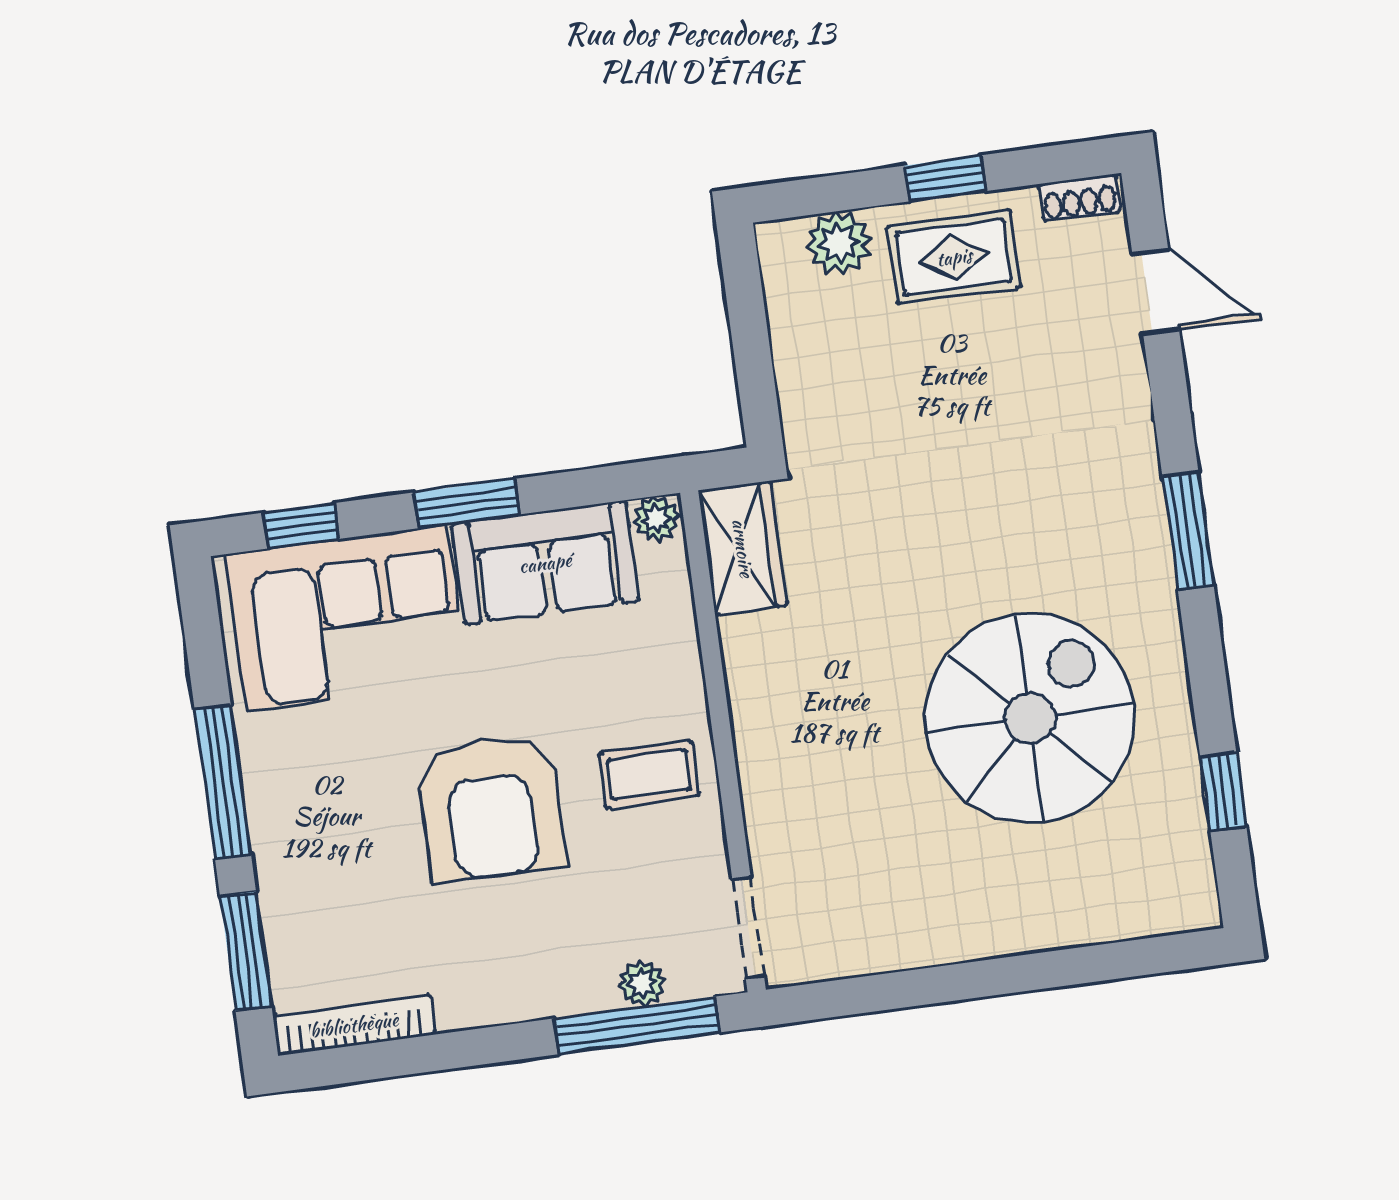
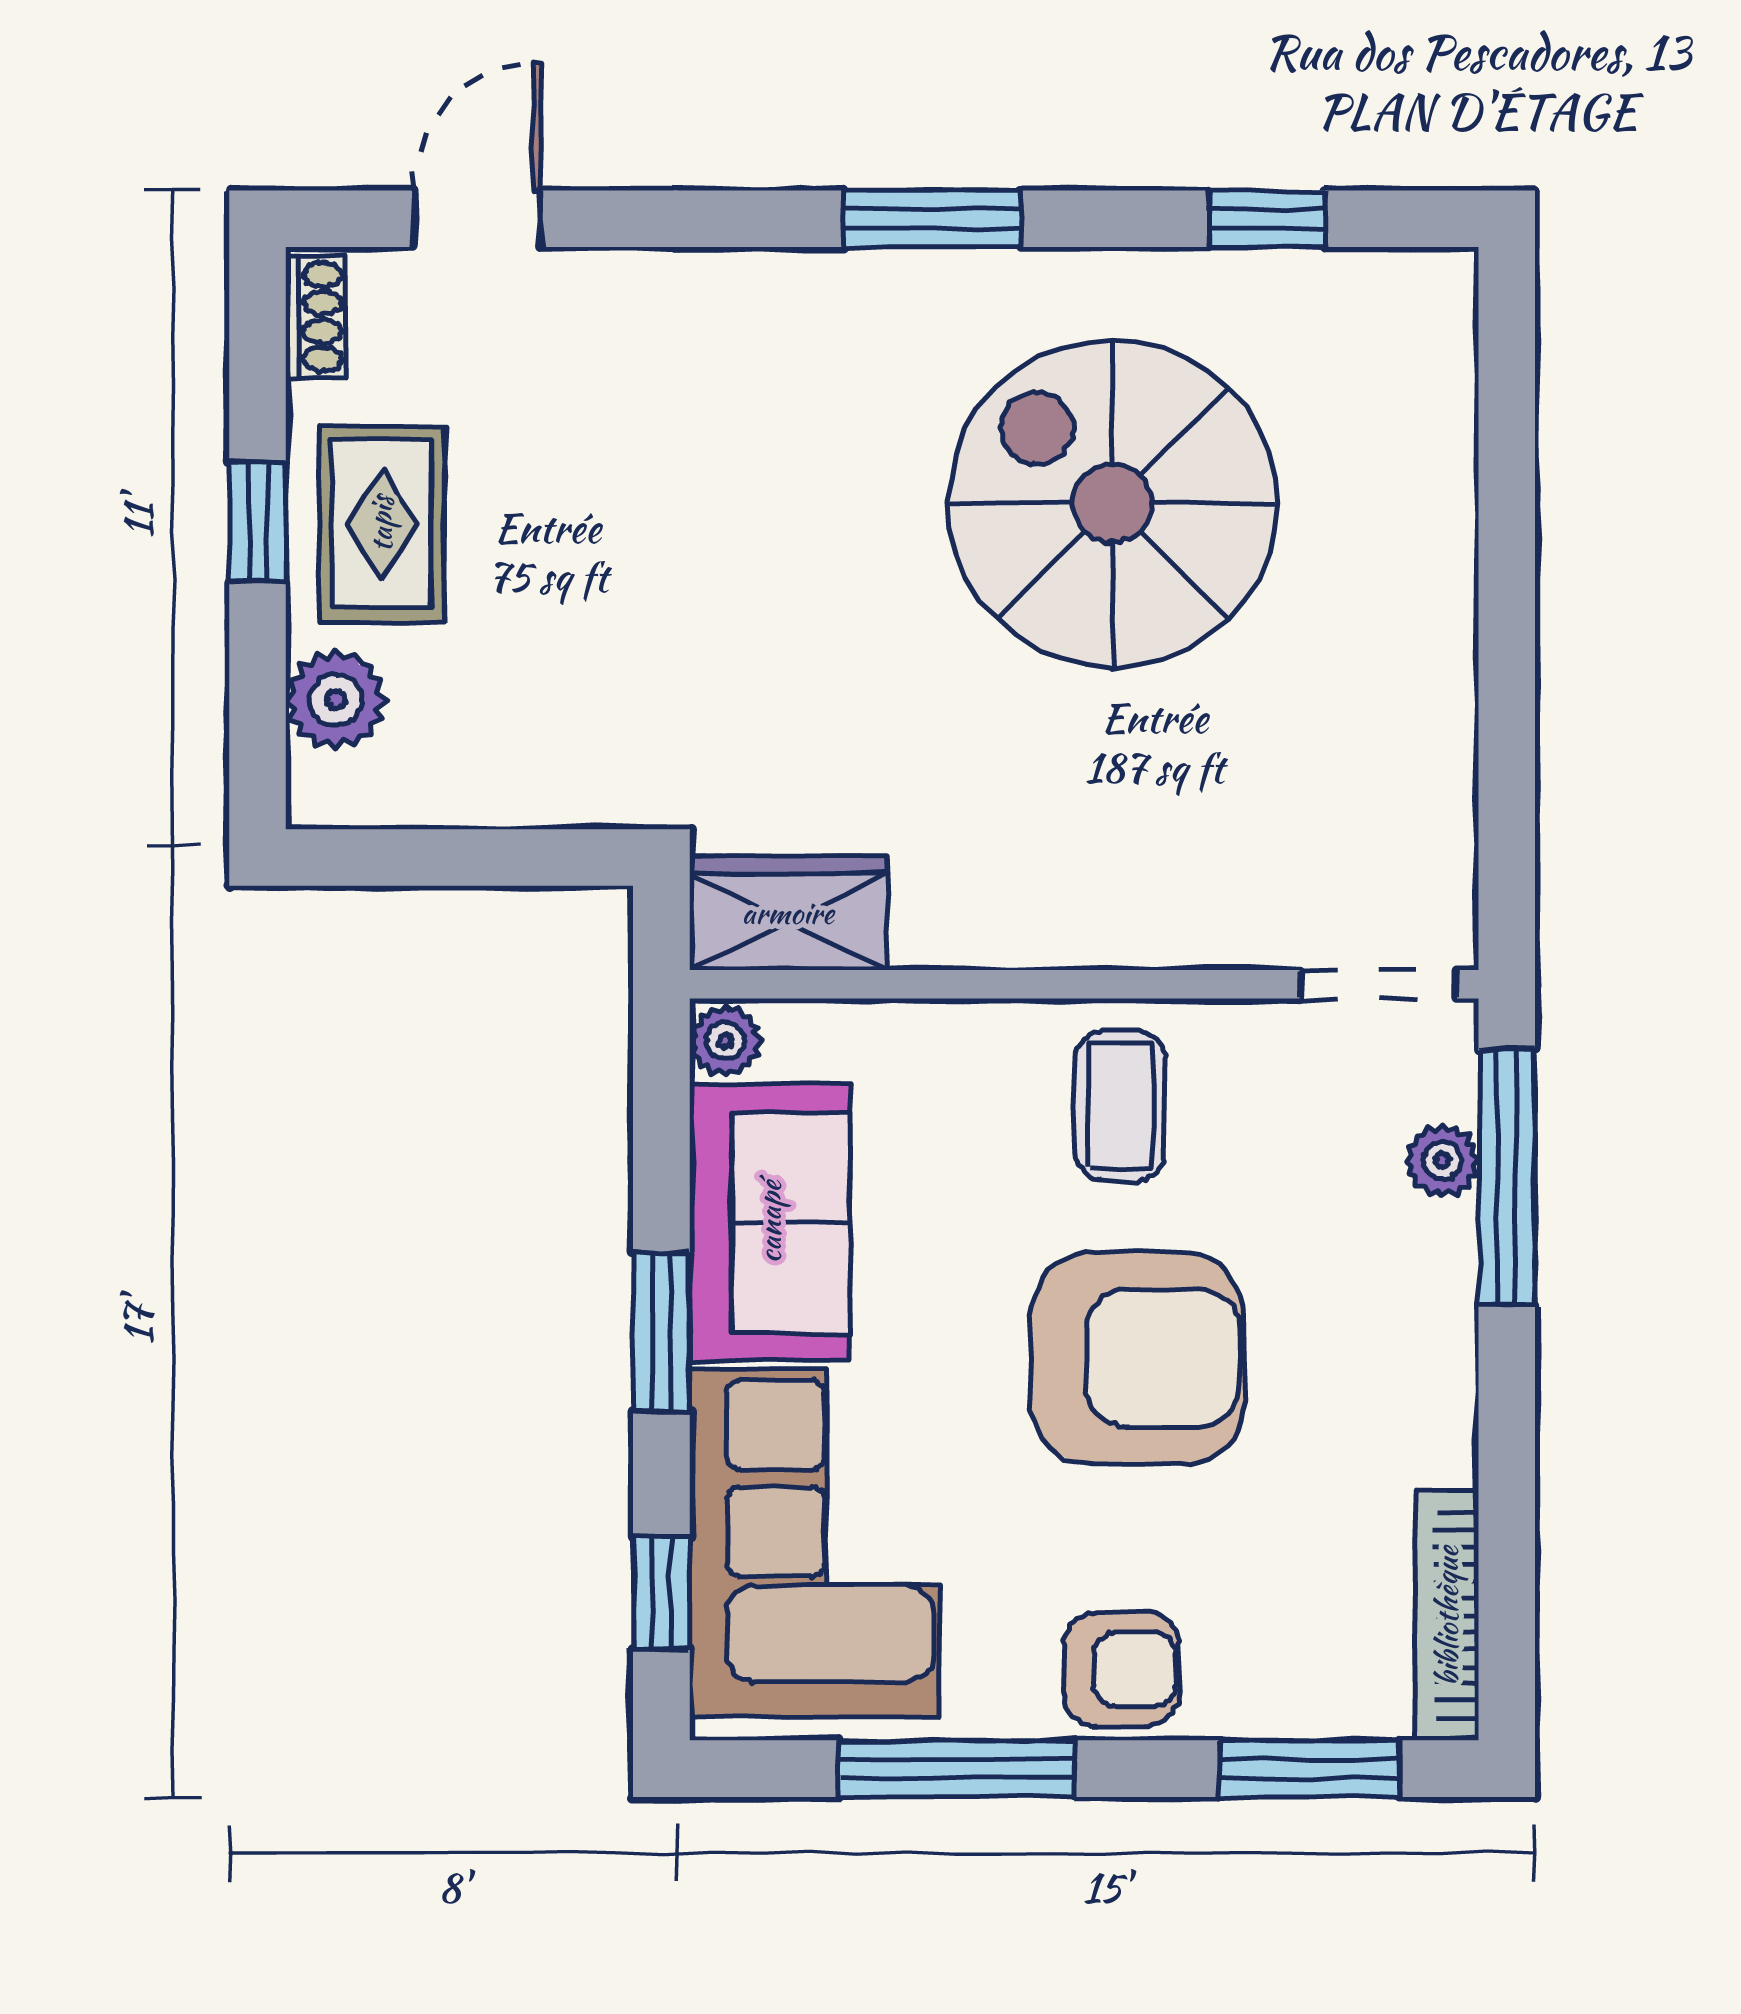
window: (1188, 531) -> (933, 219), moved
window: (223, 782) -> (957, 1769), moved
armchair: (292, 823) -> (1121, 1669), added

